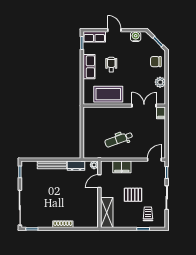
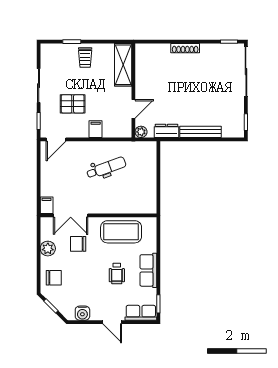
chair: (139, 86) -> (78, 244), added
filing cabinet: (122, 167) -> (96, 129), width x0.50
pallet: (133, 195) -> (73, 104), moved
trolley: (148, 214) -> (85, 58), moved

